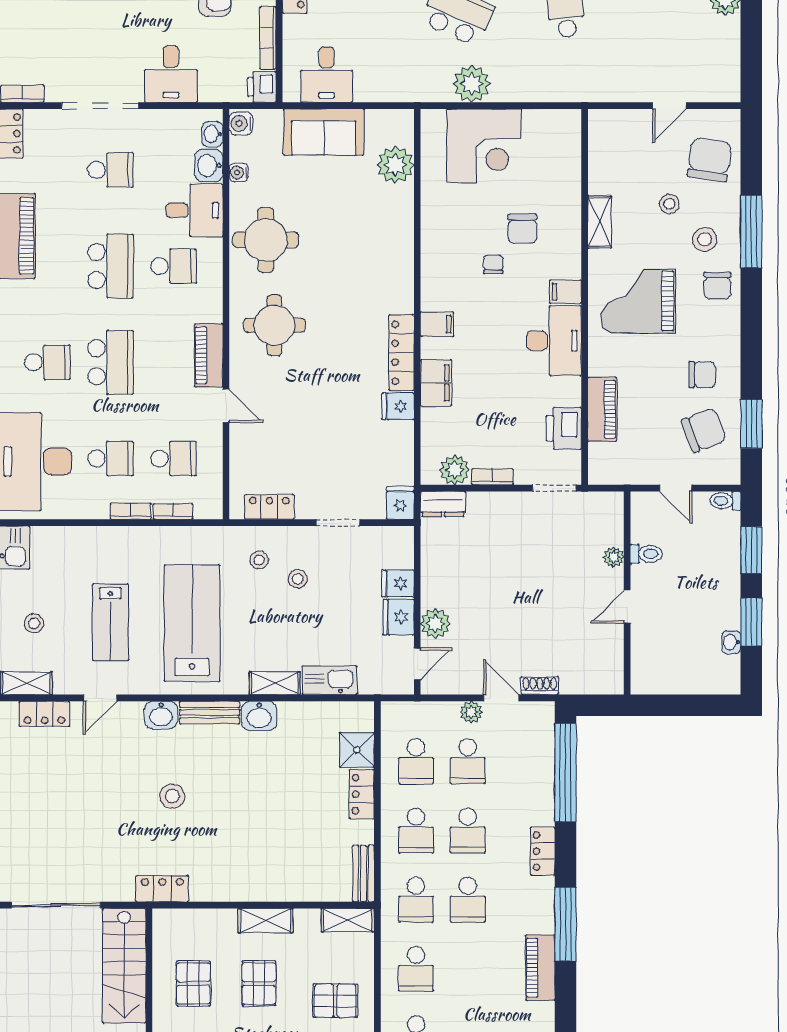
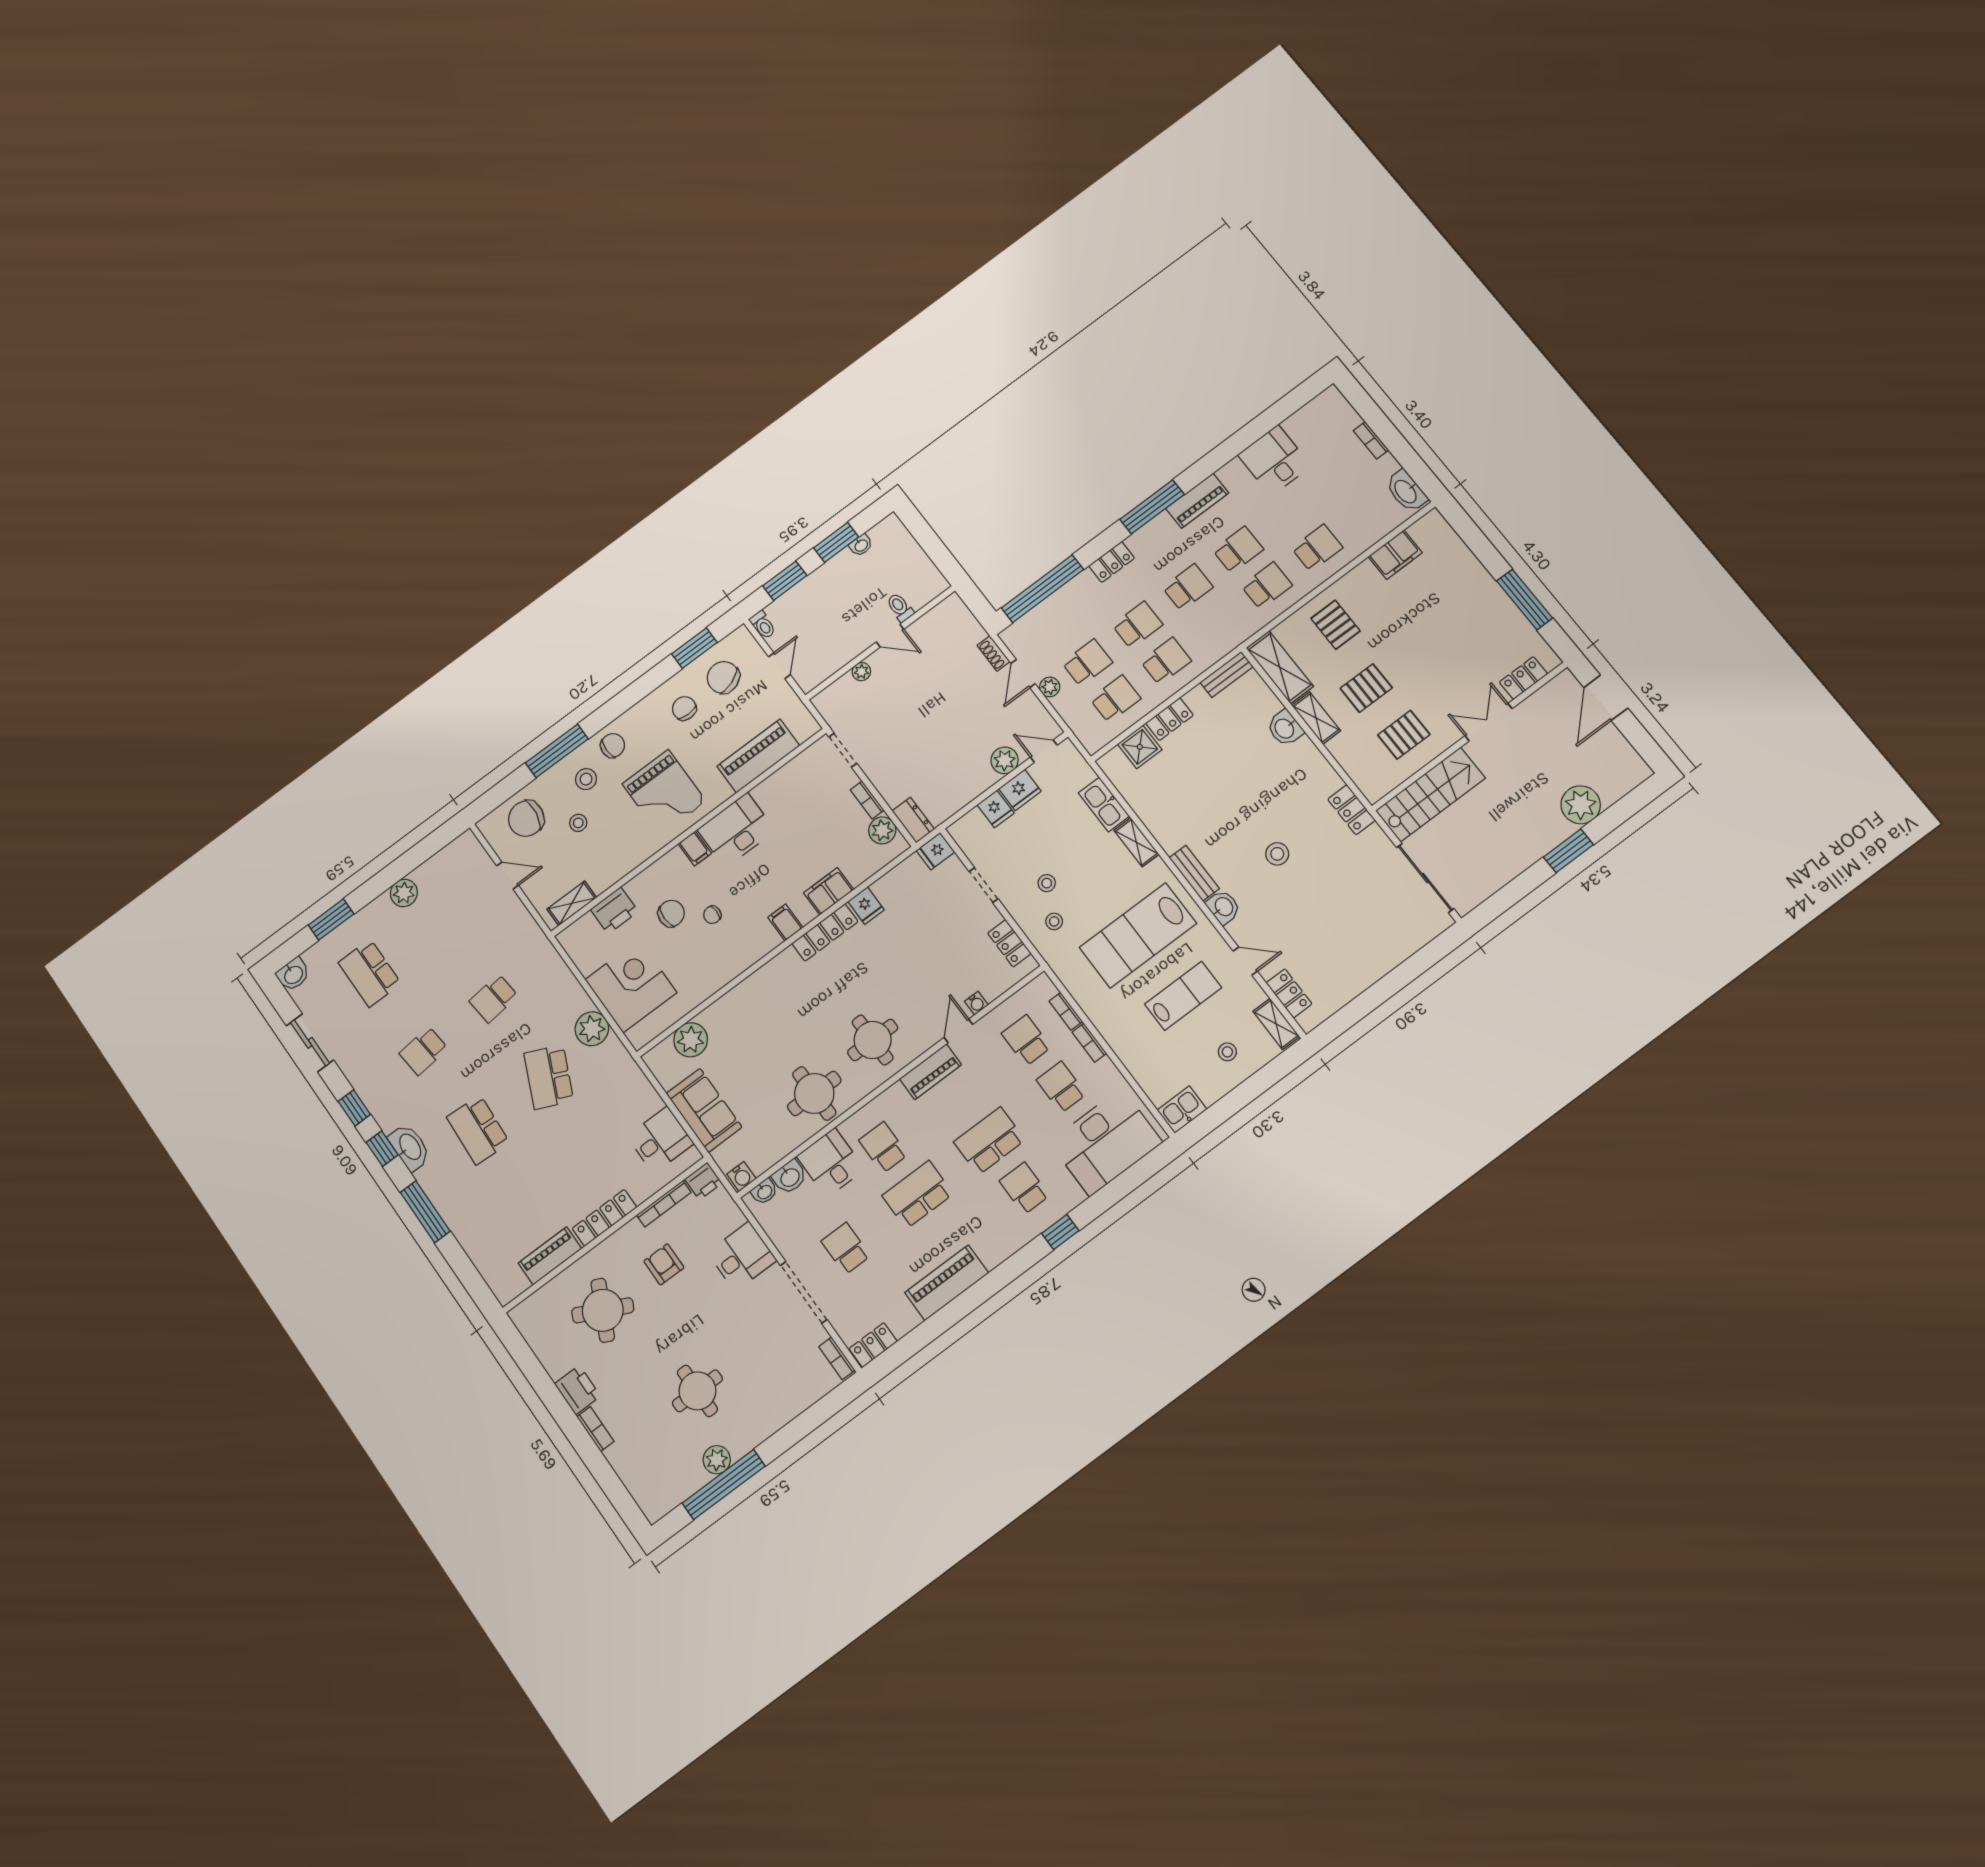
water cooler: (239, 172) -> (976, 1003), moved
shelving: (600, 222) -> (572, 903), moved
piano: (602, 409) -> (758, 756), width x1.37, depth x1.33
printer: (564, 428) -> (614, 910), moved
toilet: (646, 554) -> (900, 607), moved
washbasin: (259, 716) -> (1285, 728), moved, turned 180
school desk: (416, 900) -> (1238, 550), moved
shelving: (348, 920) -> (1280, 667), width x1.50, depth x1.33

